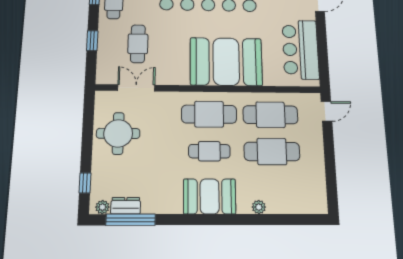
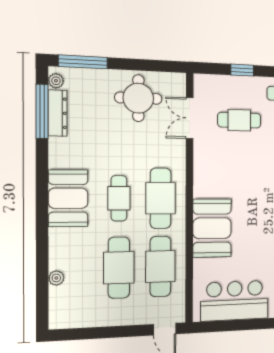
booth: (226, 62) -> (212, 228), width x0.73, depth x0.70
double door: (136, 88) -> (190, 118), swing flipped
window: (85, 183) -> (83, 62), width x2.17
dresser: (126, 206) -> (58, 113), width x1.44
plant: (259, 207) -> (56, 278), moved

